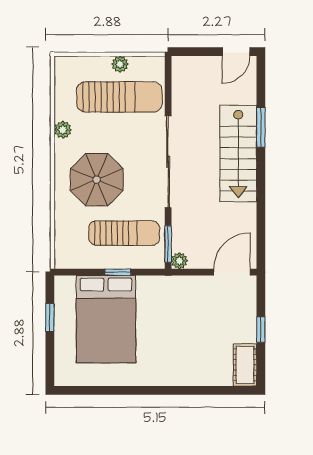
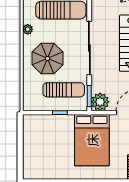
plant: (179, 261) -> (100, 102), width x1.88, depth x1.88
window: (50, 317) -> (20, 139), removed
bed: (106, 319) -> (92, 140), moved

